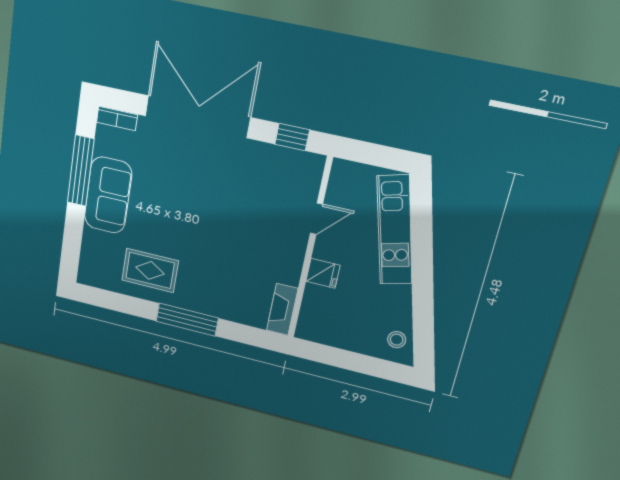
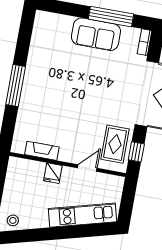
door: (317, 219) -> (87, 168), swing flipped
rug: (150, 270) -> (115, 144), moved
fireplace: (282, 309) -> (42, 151), moved

